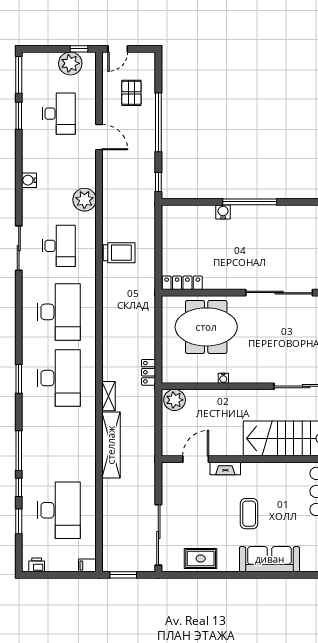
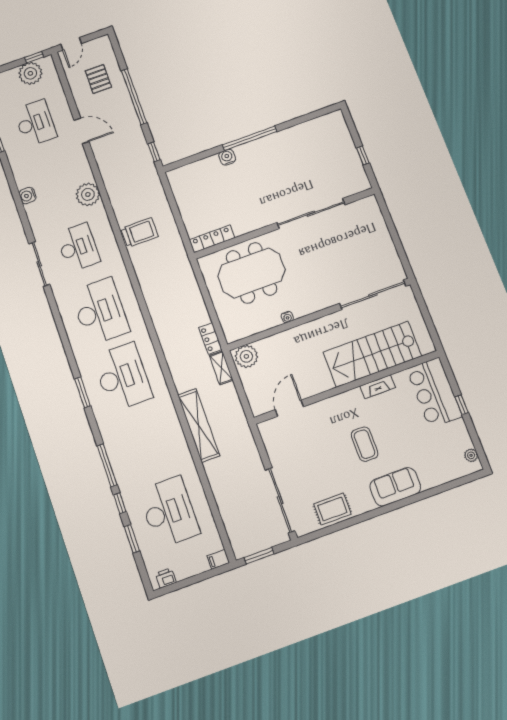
shelving: (109, 396) -> (221, 368), moved
fireplace: (225, 468) -> (378, 387), moved
sofa: (270, 559) -> (395, 487), width x0.73

